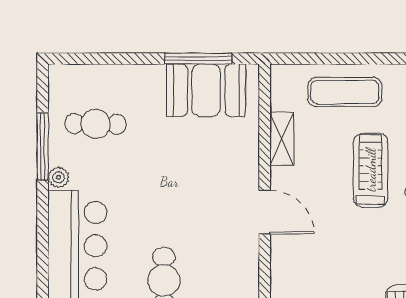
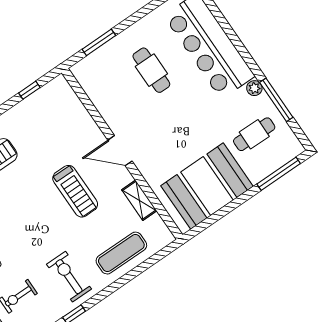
window: (198, 59) -> (279, 174), moved
booth: (206, 90) -> (207, 186), width x1.36, depth x1.42
treadmill: (371, 170) -> (75, 191), moved

